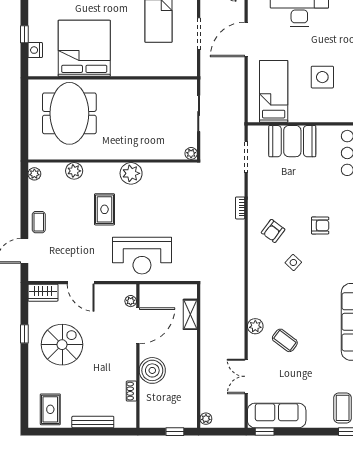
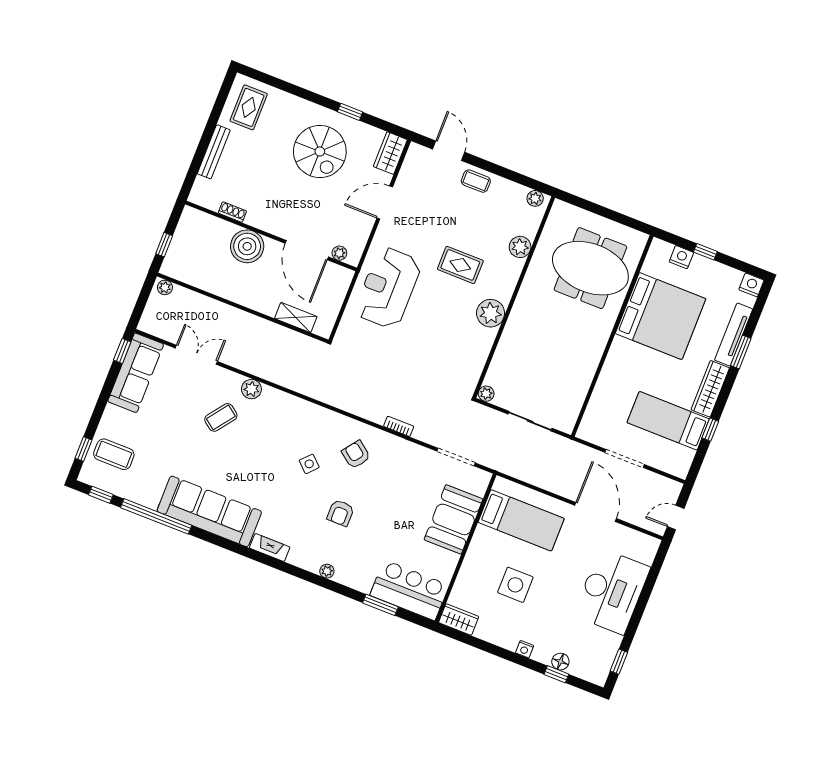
rug: (50, 409) -> (249, 107), turned 90

